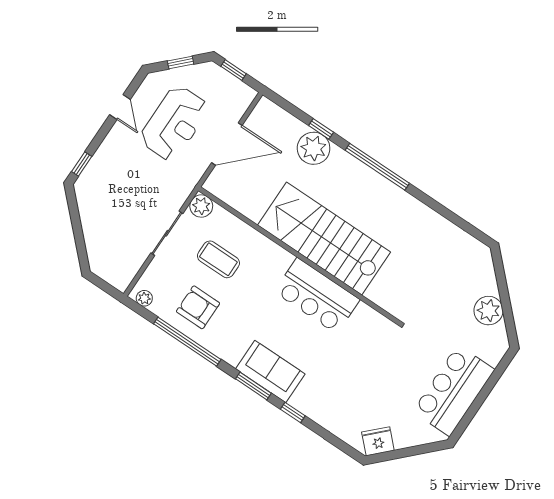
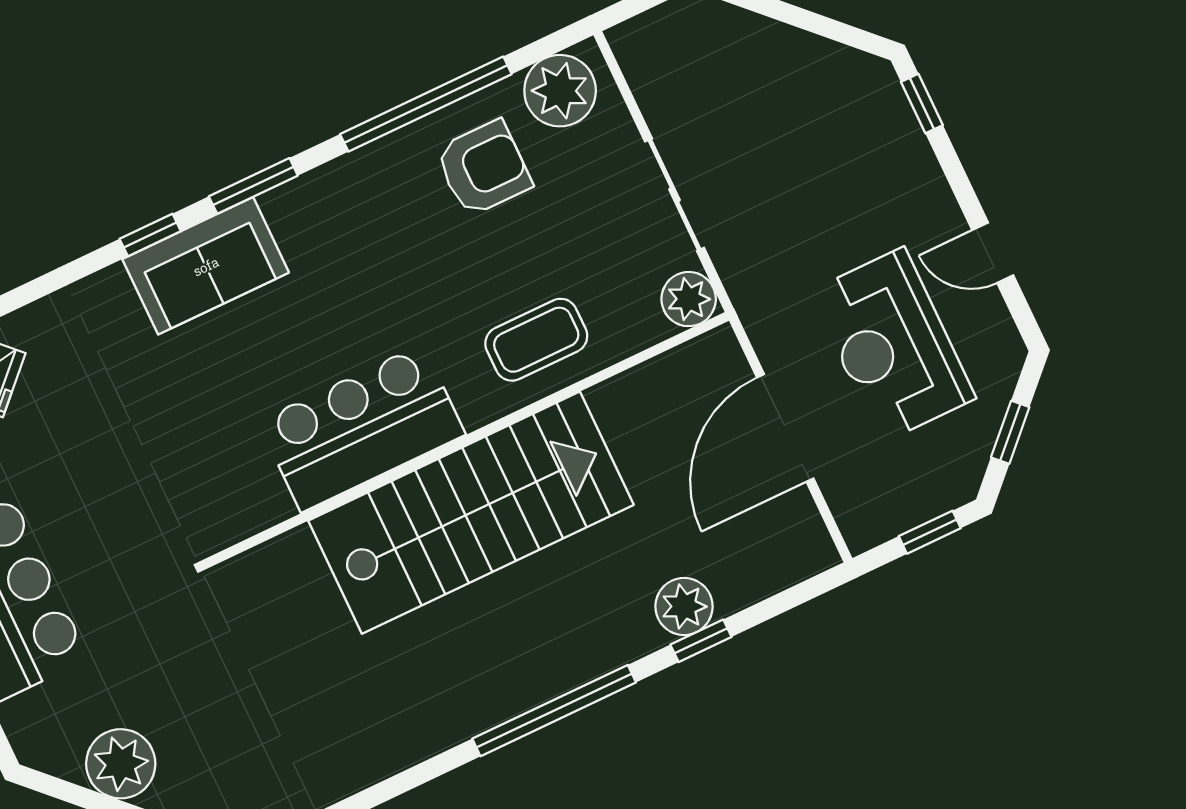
plant: (314, 148) -> (684, 606), width x0.73, depth x0.73
coffee table: (218, 259) -> (536, 340), moved
plant: (144, 298) -> (560, 91), width x1.87, depth x1.87
sofa: (270, 371) -> (206, 266), moved

